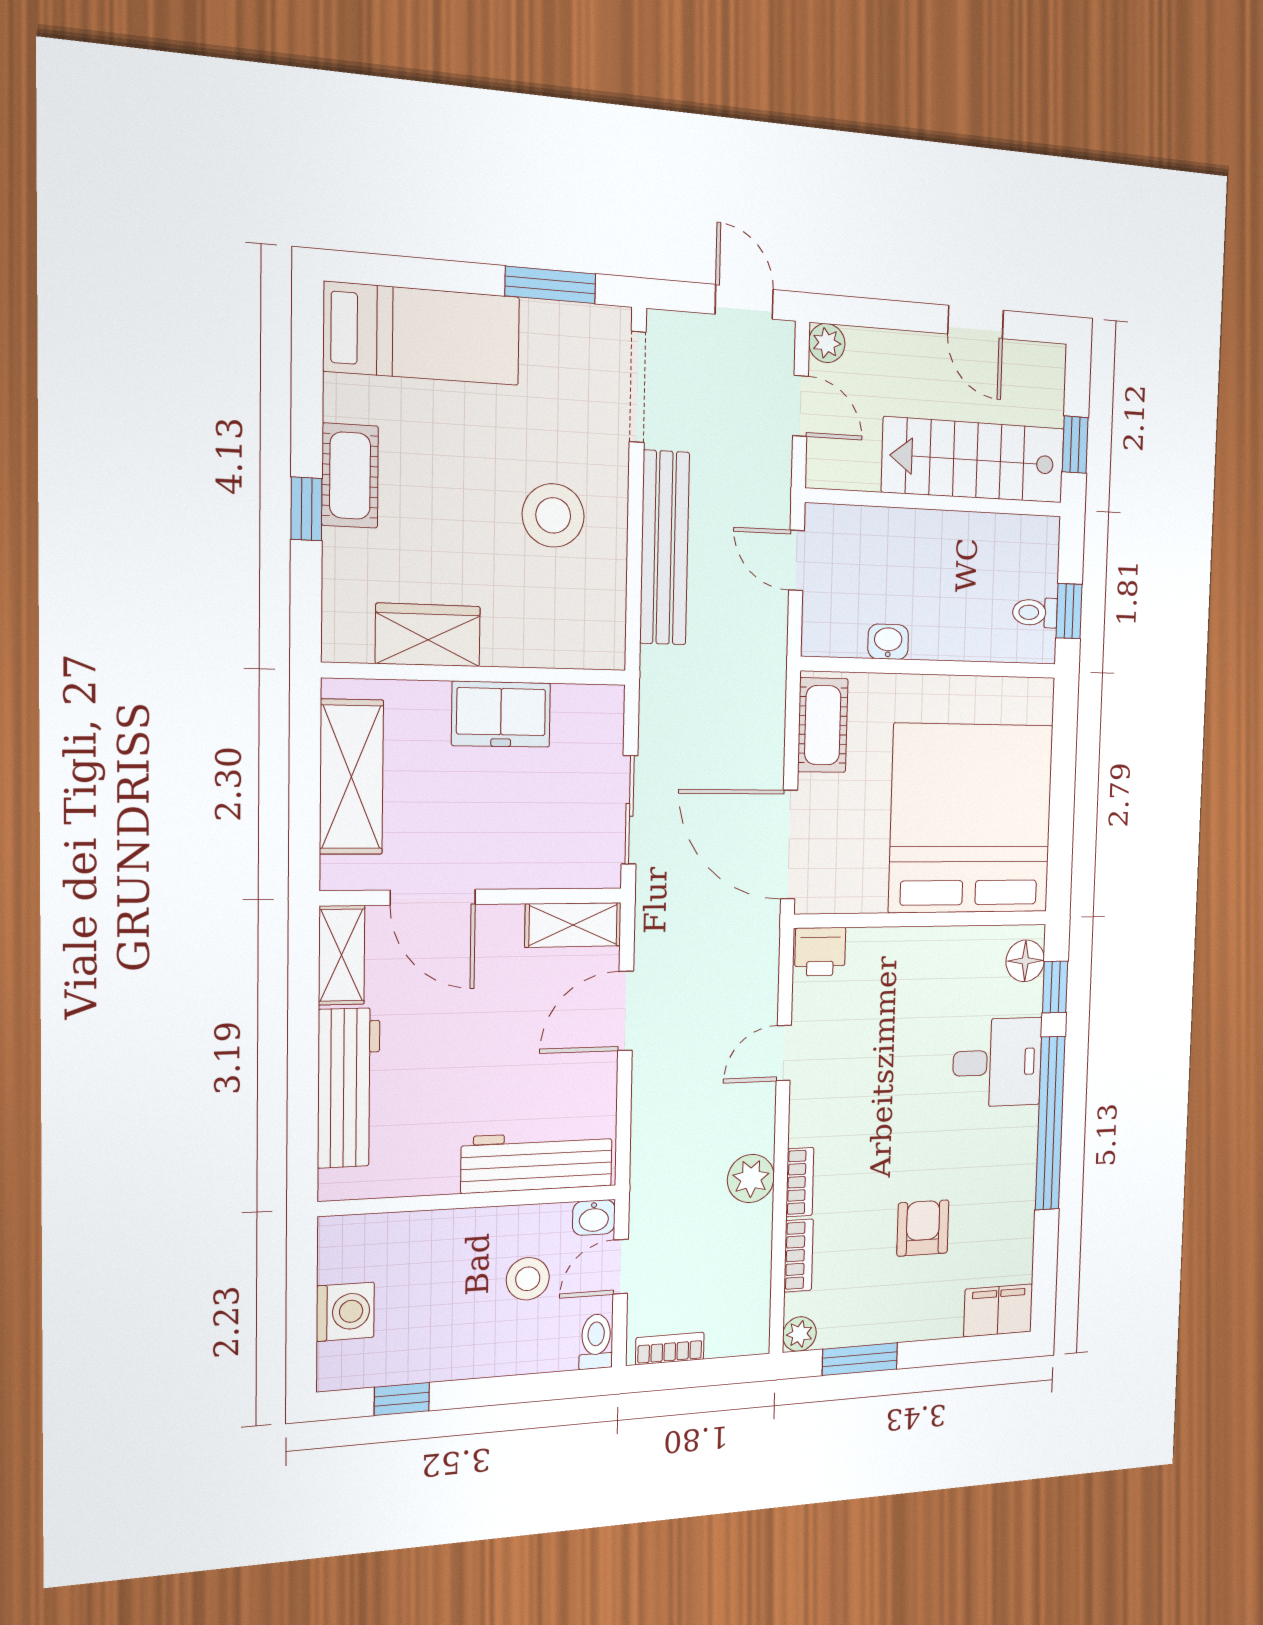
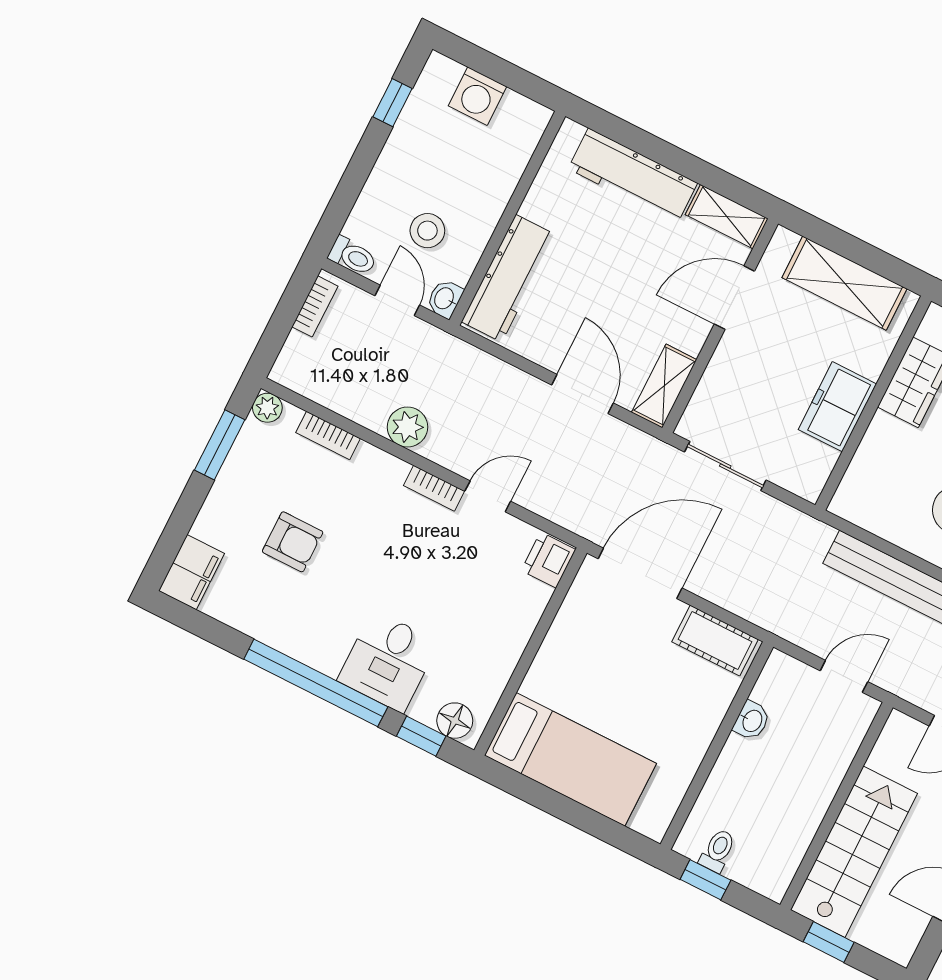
bed: (971, 818) -> (570, 759), width x0.49
door: (784, 1053) -> (488, 496), hinge flipped
bookcase: (800, 1182) -> (434, 488), moved

